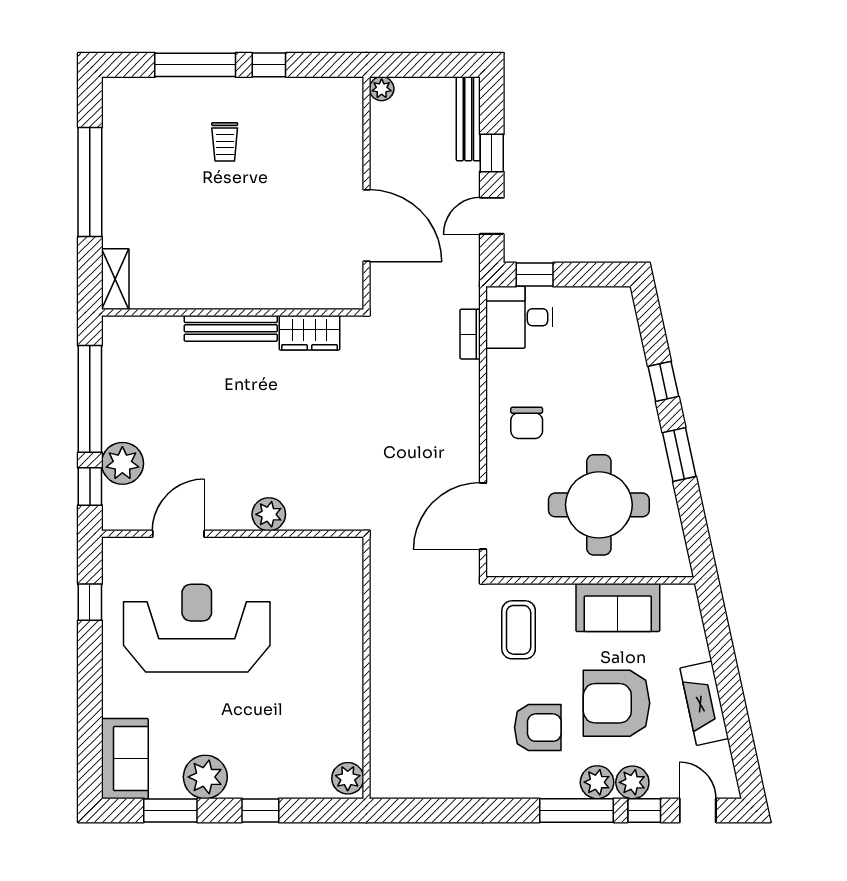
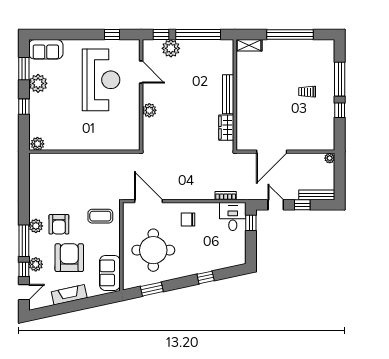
window: (679, 455) -> (152, 289), moved
sofa: (618, 607) -> (110, 273), moved
plant: (597, 782) -> (36, 226), moved

